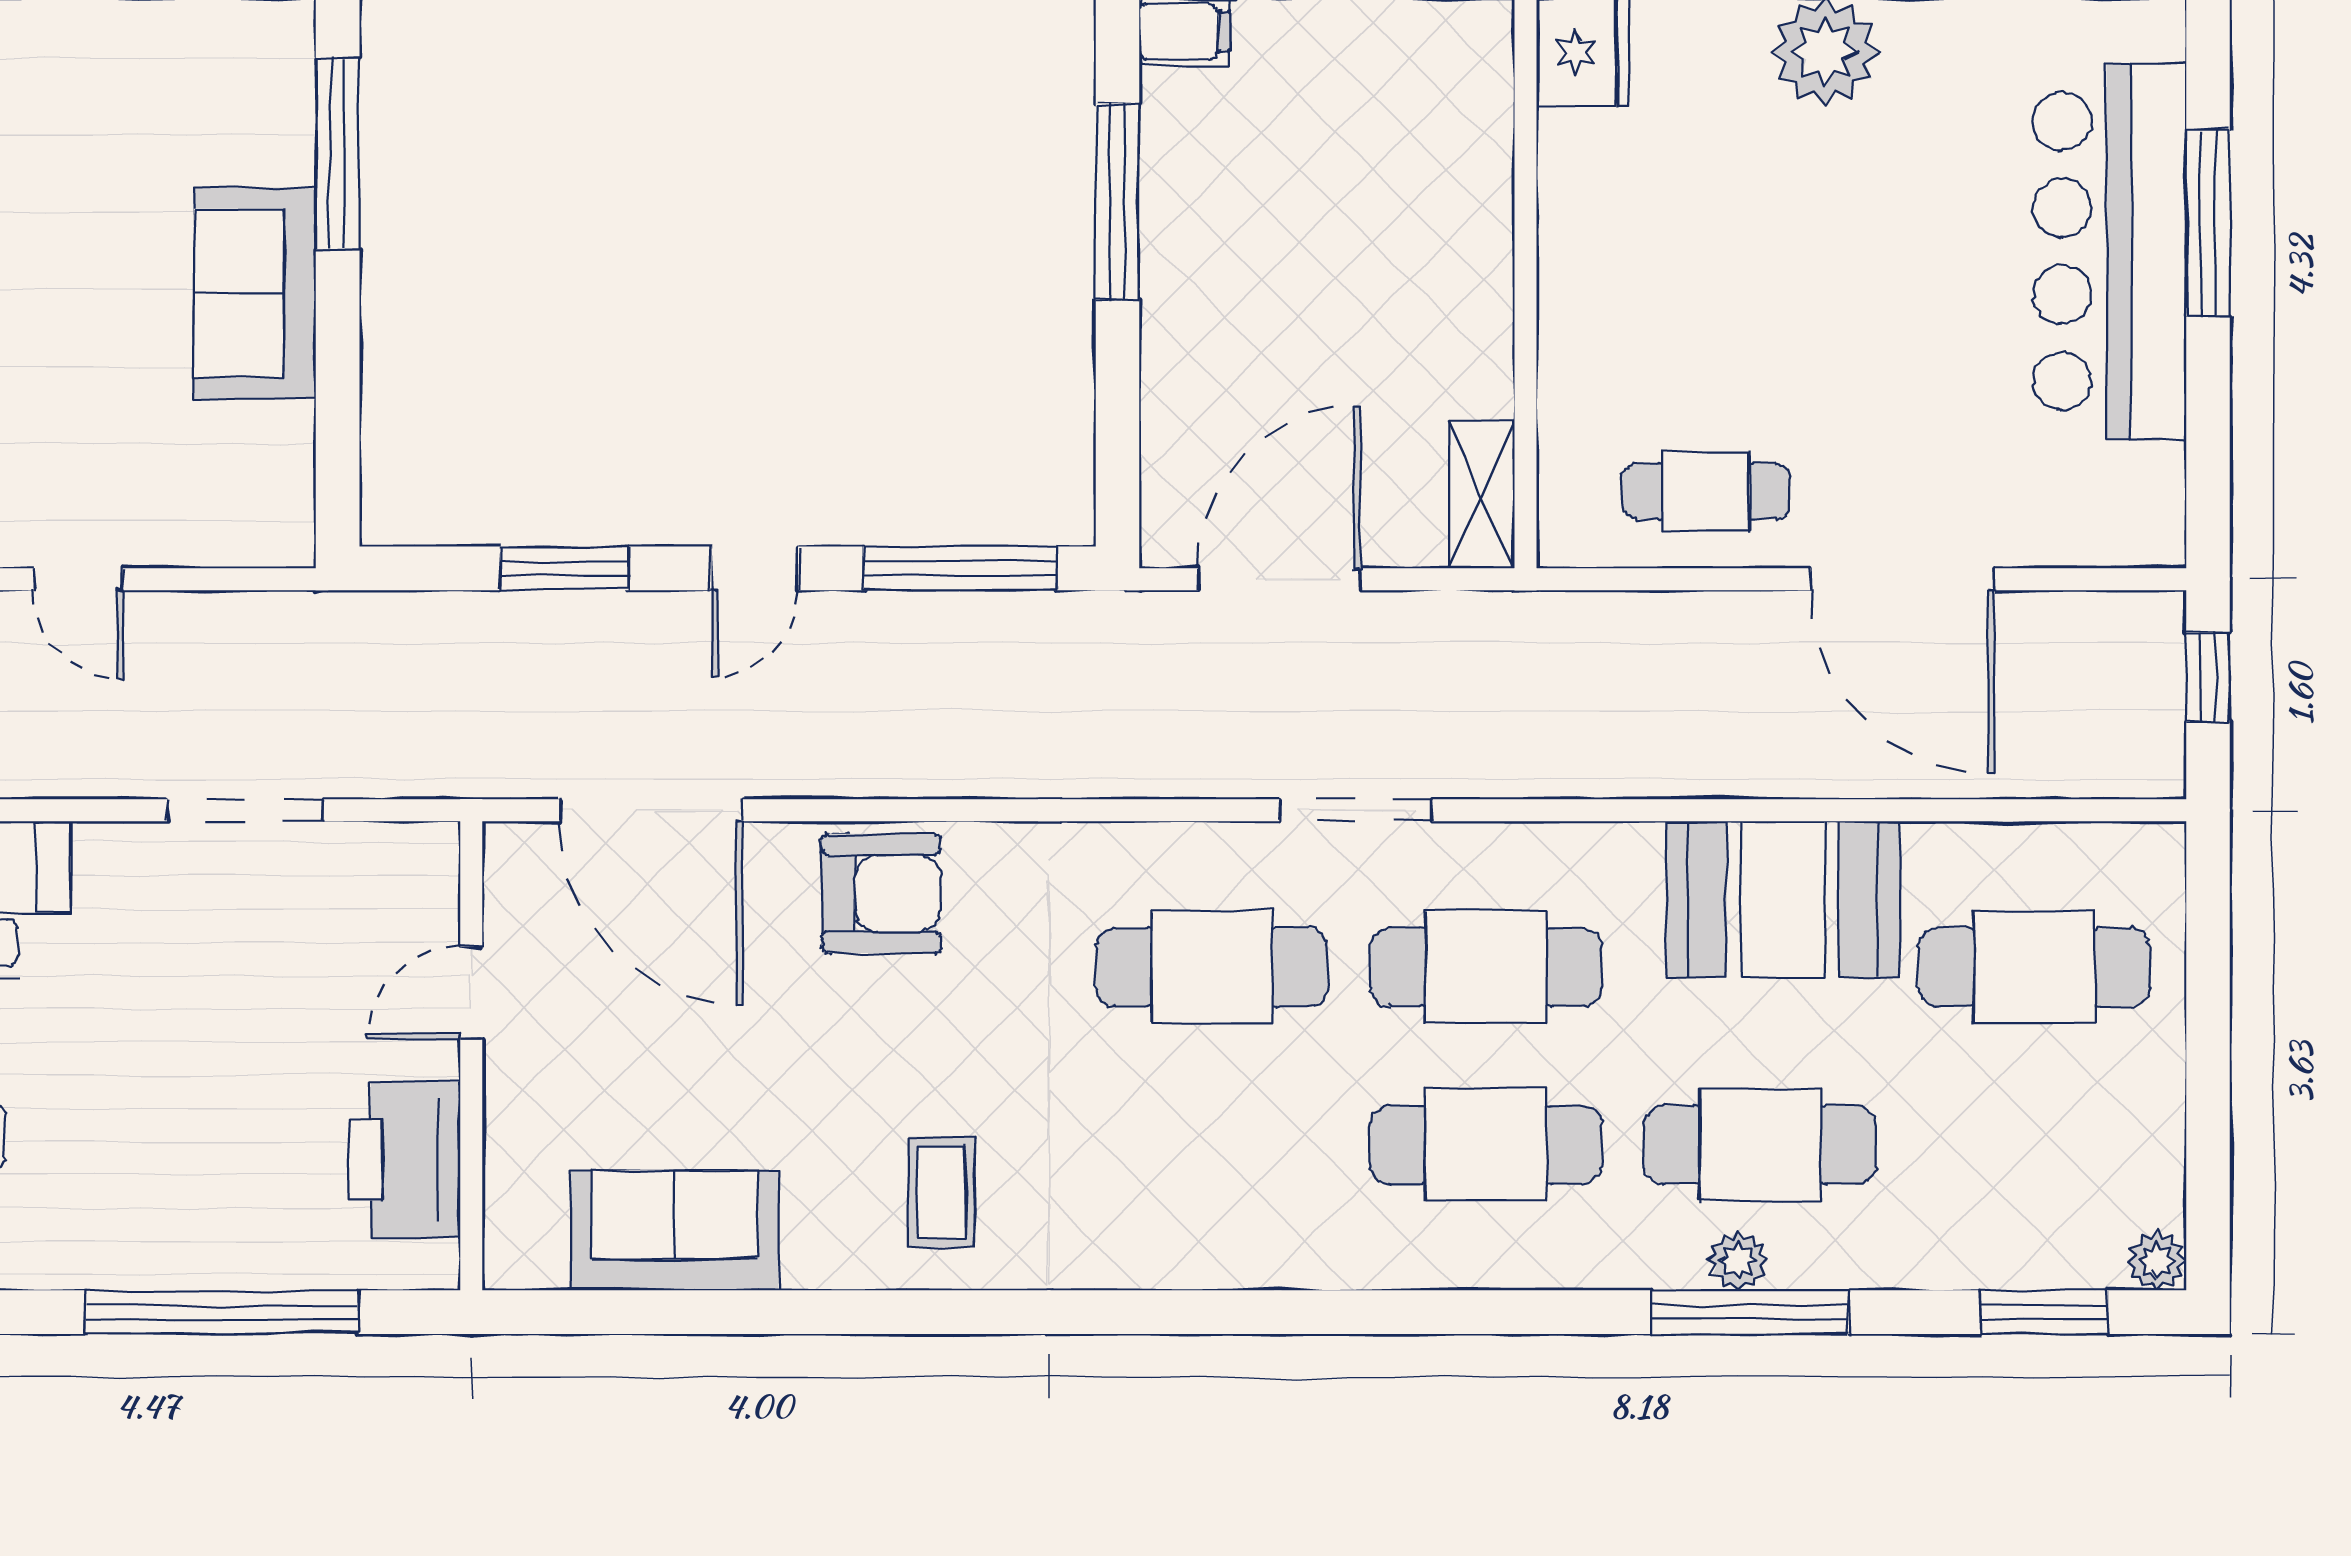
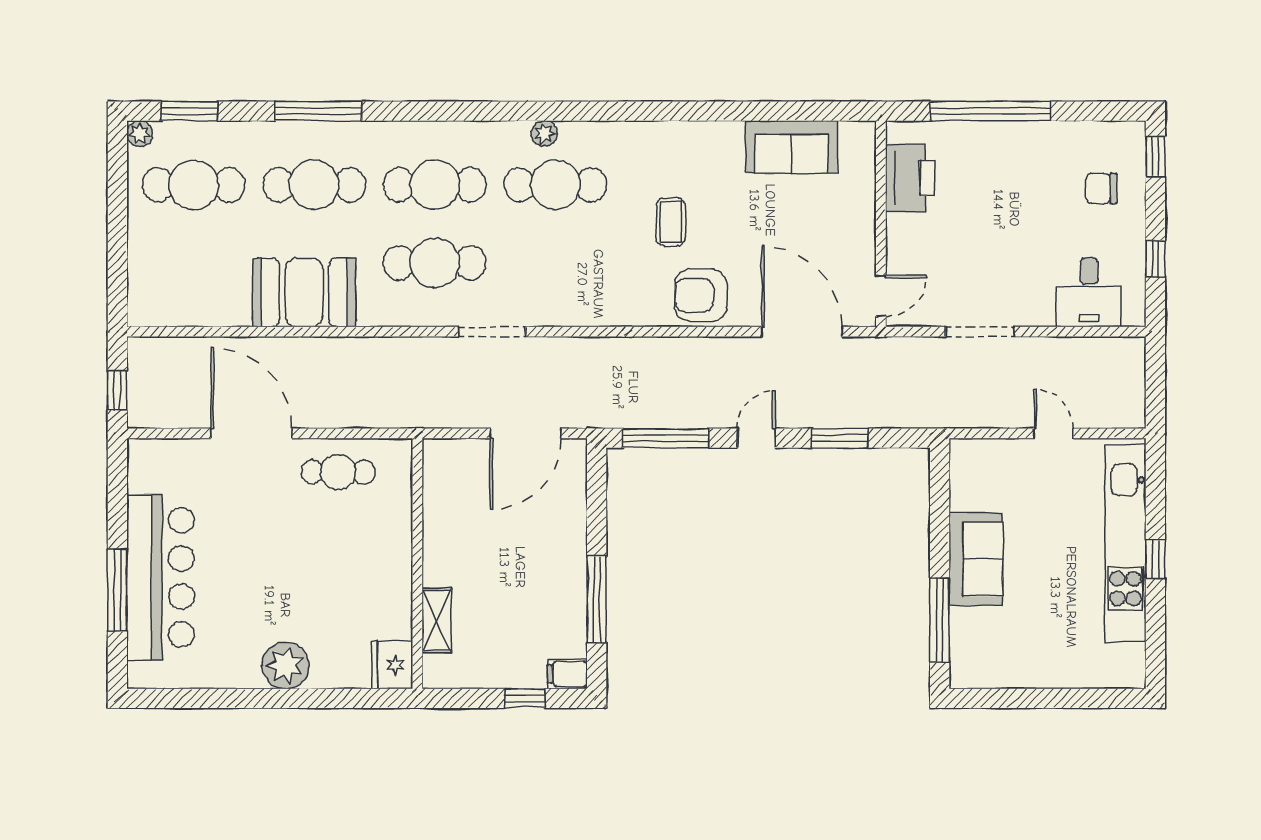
shelving: (1482, 495) -> (437, 621), moved
cafe table: (1212, 967) -> (555, 185), moved
cafe table: (2034, 967) -> (194, 185), moved
door: (471, 993) -> (881, 296), moved
coffee table: (941, 1192) -> (671, 222), moved
plant: (1738, 1261) -> (544, 134), moved

